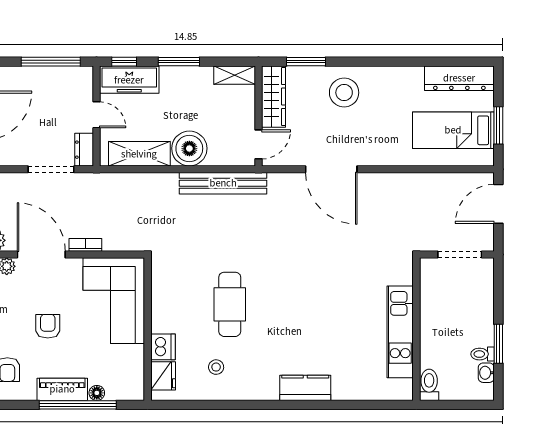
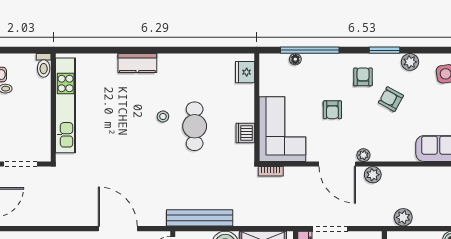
bookcase: (85, 245) -> (271, 171), moved
kitchen unit: (400, 332) -> (66, 105), width x1.36
dishwasher: (163, 347) -> (245, 133), moved
stool: (216, 367) -> (163, 117), moved
piano: (62, 389) -> (321, 62), removed

